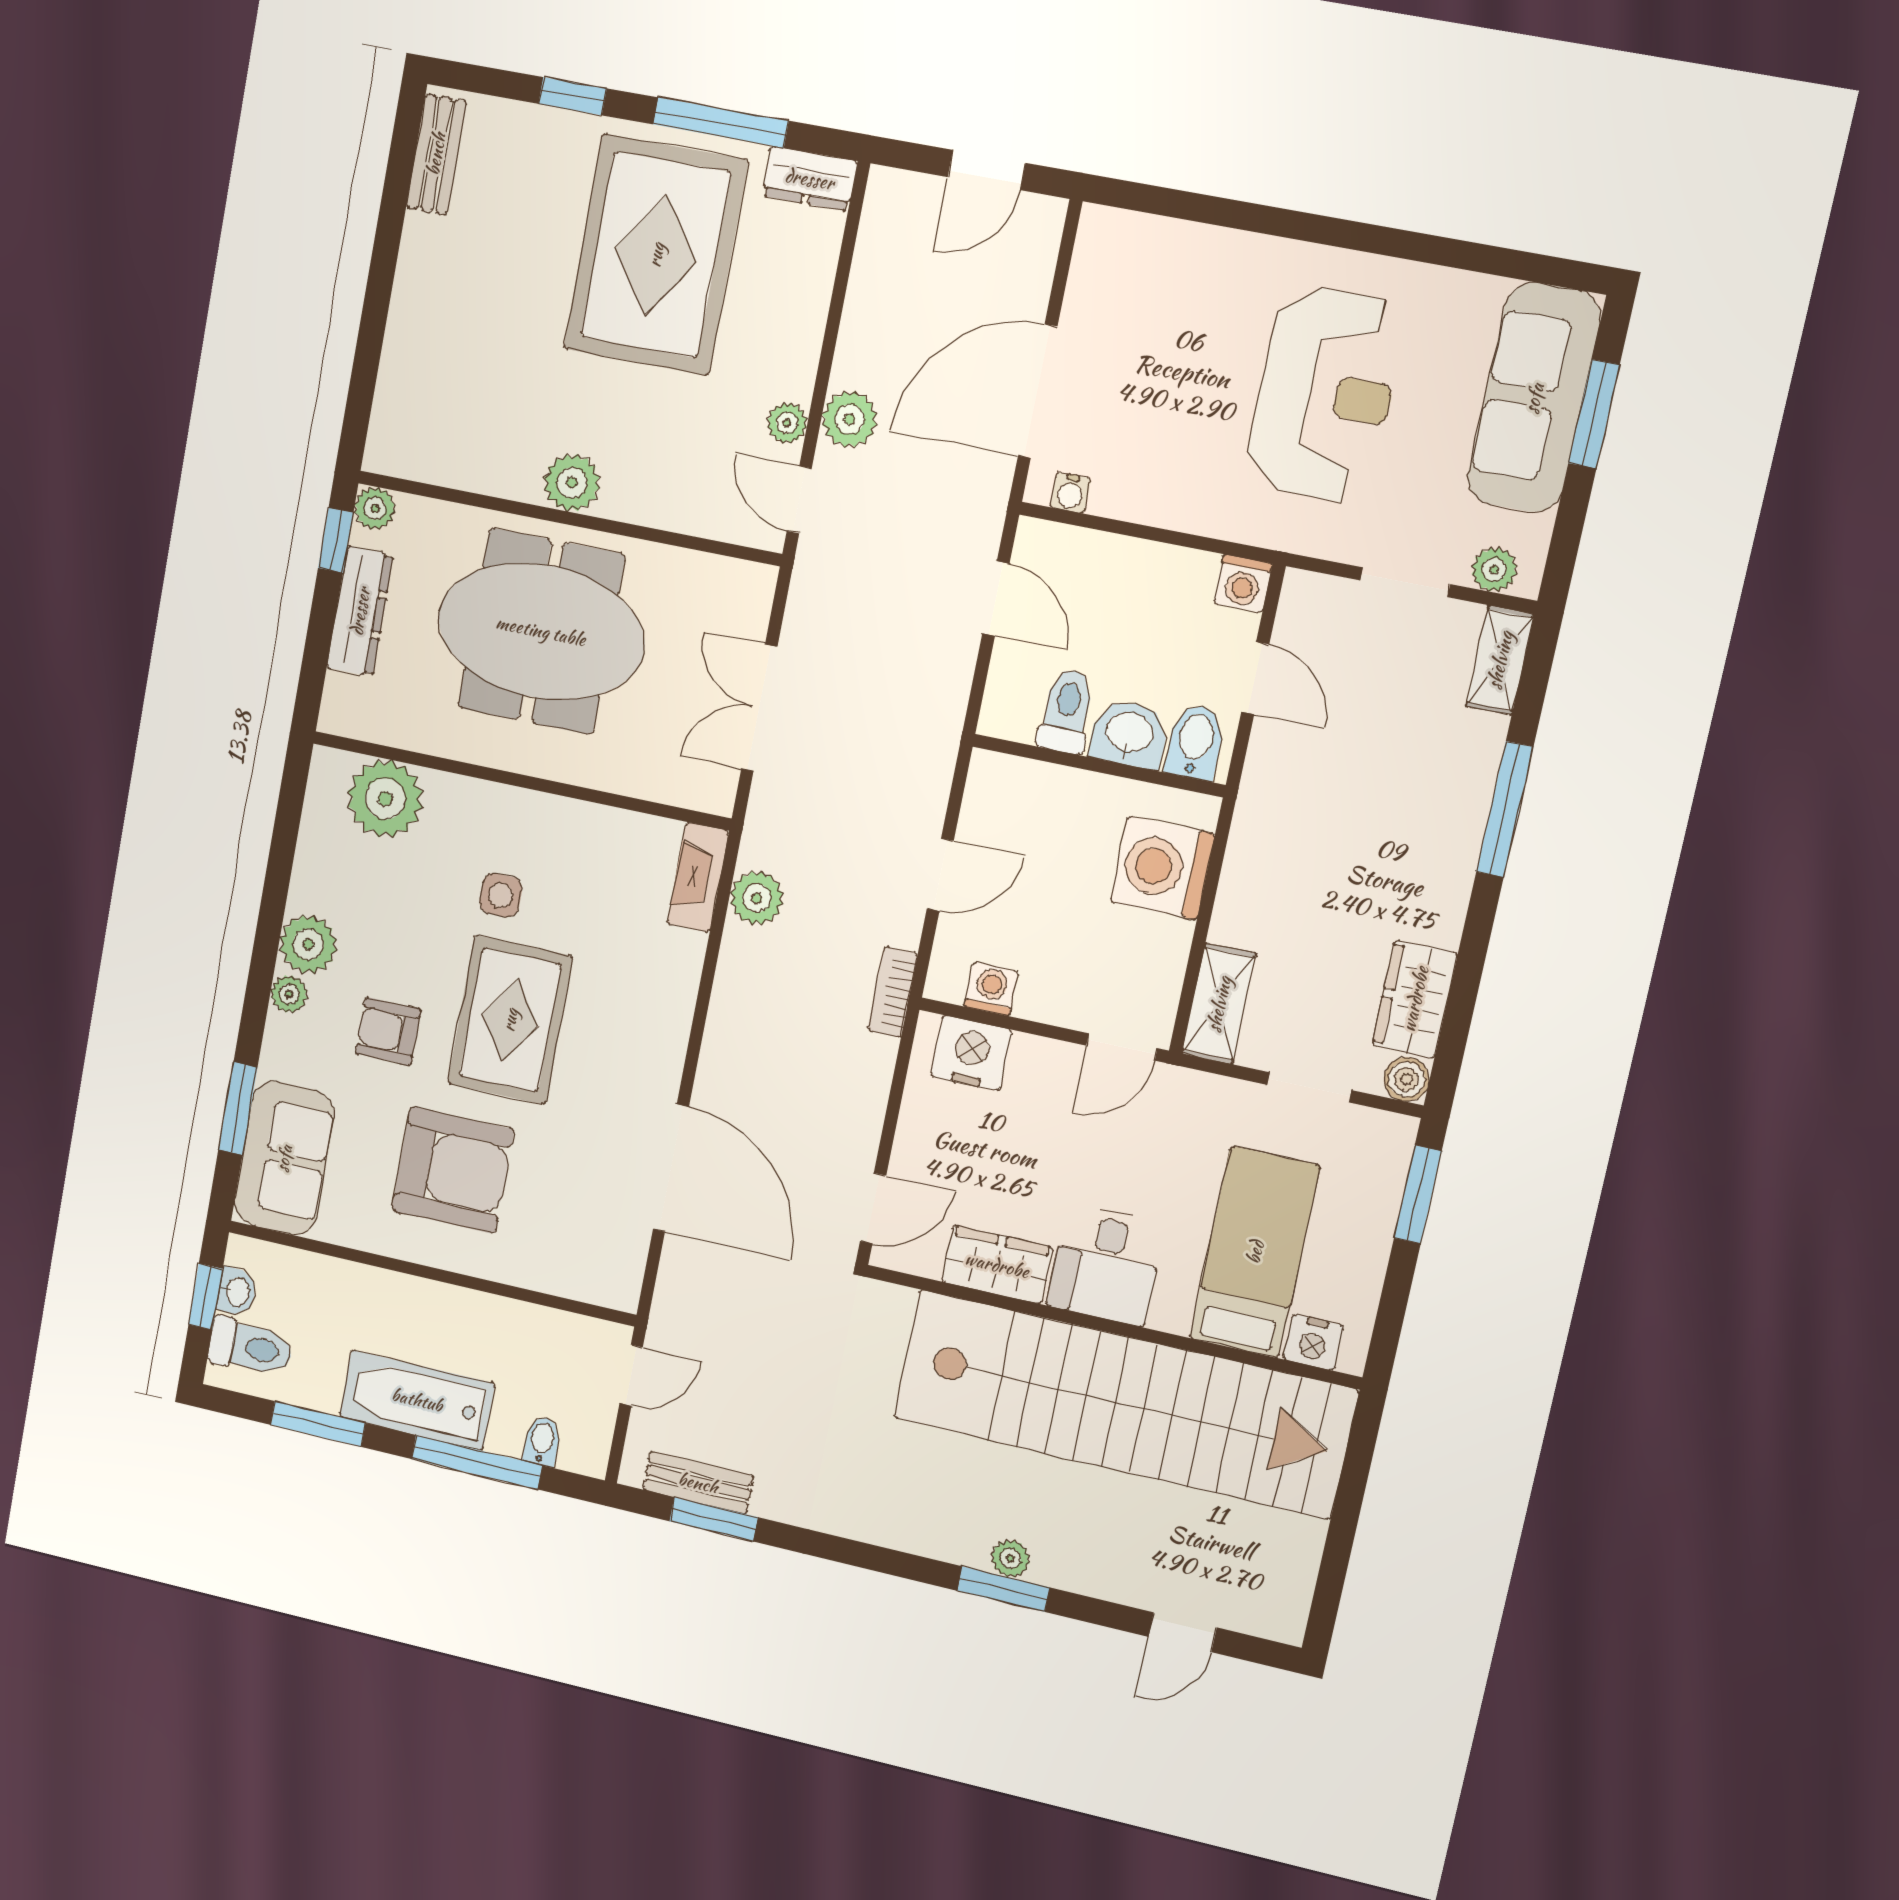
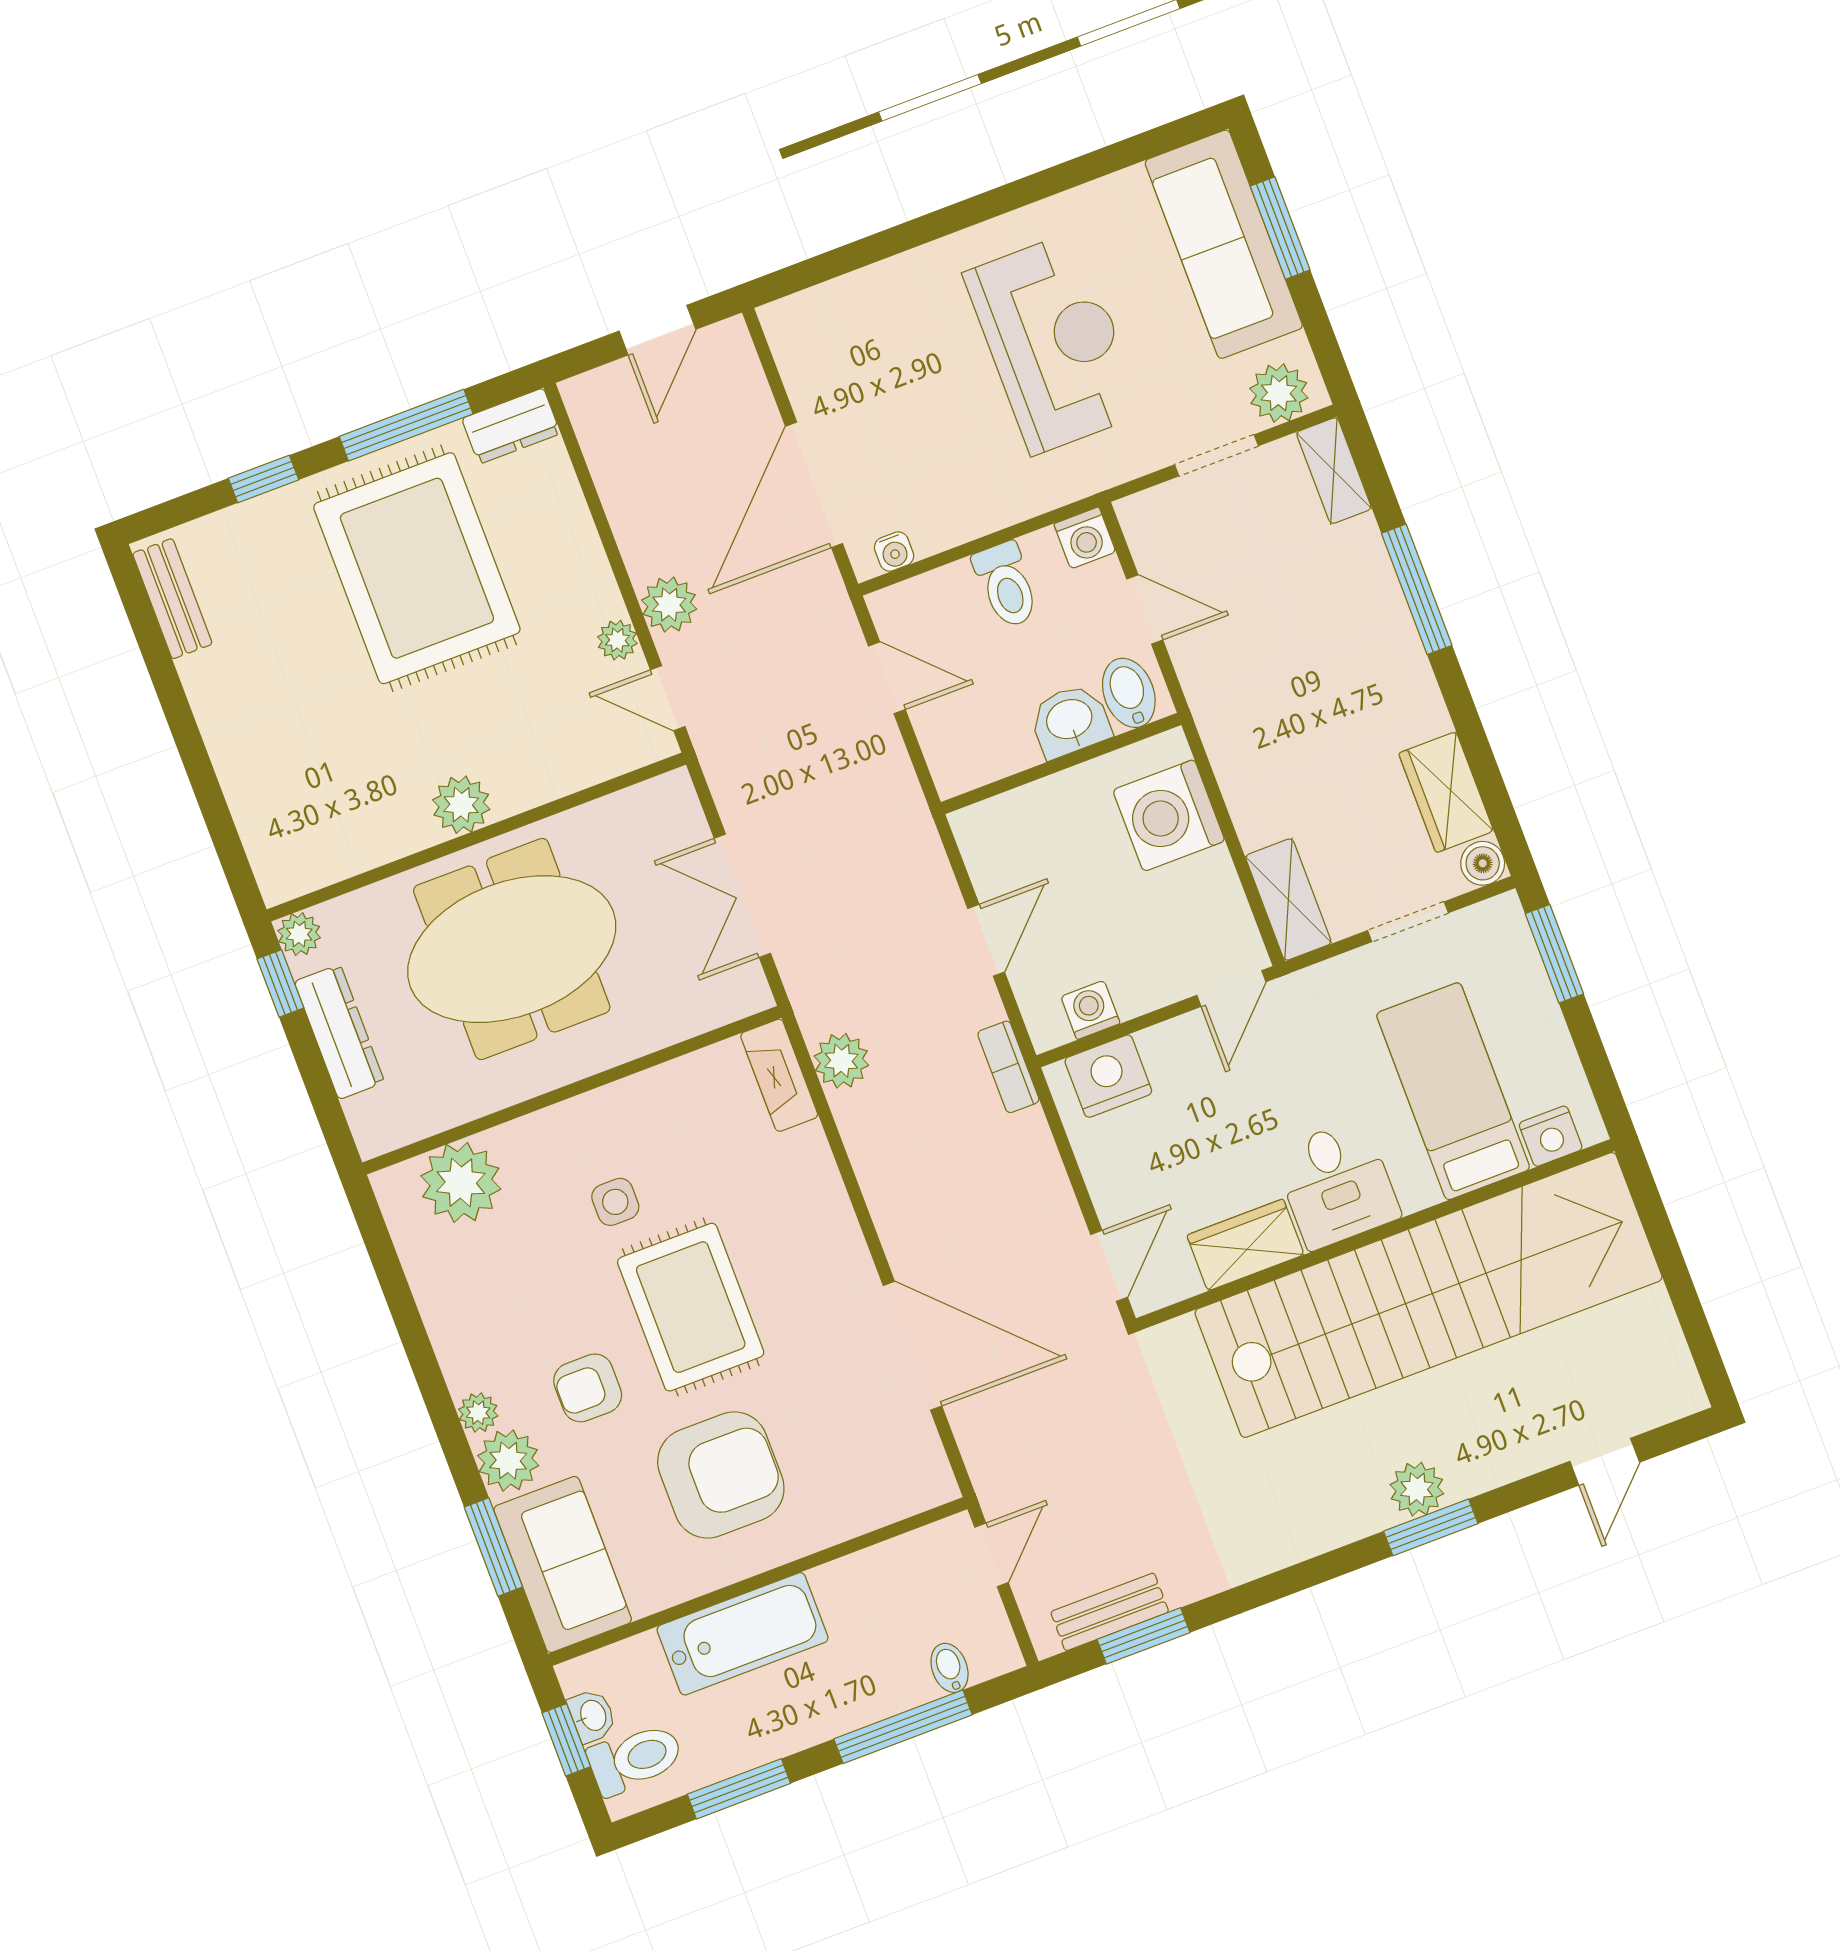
plant: (1494, 570) -> (1279, 393), width x1.38, depth x1.38
toilet: (1067, 711) -> (1006, 585), moved, turned 180
plant: (308, 944) -> (508, 1461), moved
bathtub: (417, 1400) -> (743, 1634), moved, turned 180
plant: (1010, 1558) -> (1417, 1489), width x1.38, depth x1.38

